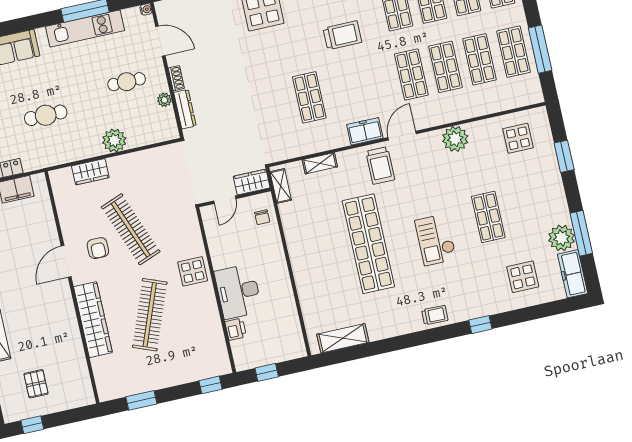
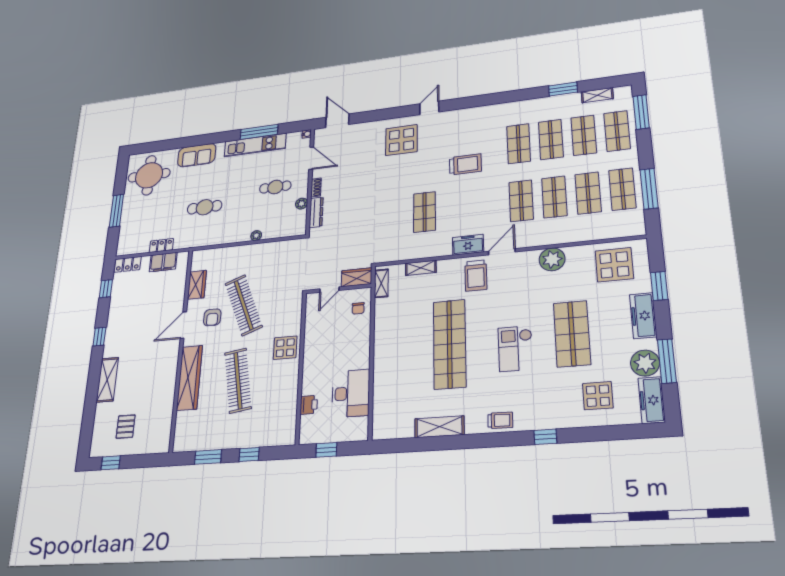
display table: (518, 138) -> (614, 265), width x1.36, depth x1.36
plant: (114, 140) -> (256, 236), width x0.53, depth x0.53
wardrobe: (90, 172) -> (197, 285), moved, turned -90
freezer: (553, 189) -> (643, 316), added
shop shelf: (488, 217) -> (572, 334), width x1.43, depth x1.36
desk: (238, 291) -> (351, 393), moved, turned 180
clothes rail: (150, 315) -> (238, 380), turned -30
shelving: (343, 338) -> (439, 427), moved
window: (210, 385) -> (249, 454), moved

